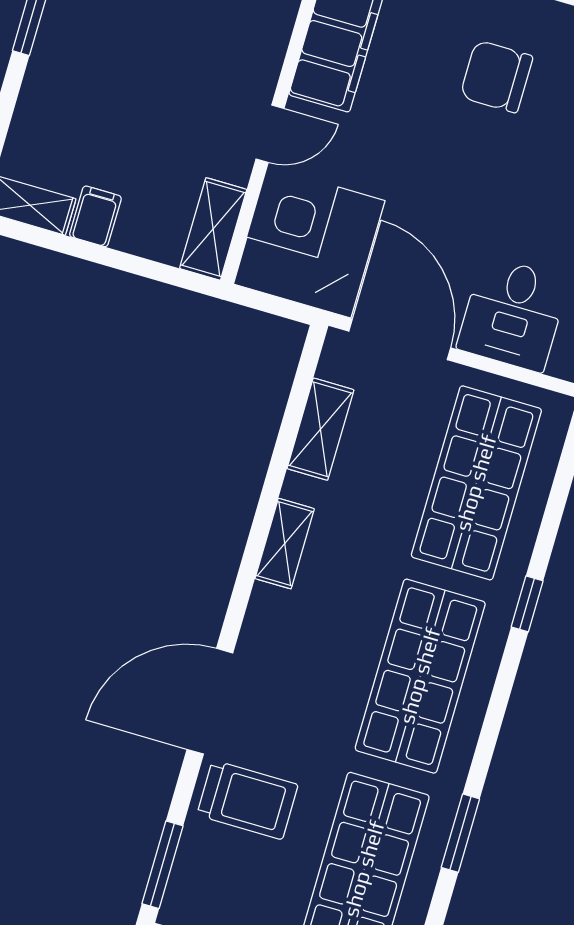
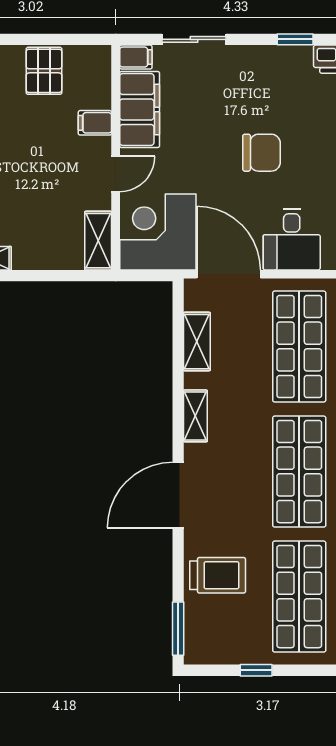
chair: (496, 76) -> (262, 153), moved, turned 180
filing cabinet: (95, 216) -> (95, 123), moved, turned -90
door: (210, 701) -> (178, 495), moved

